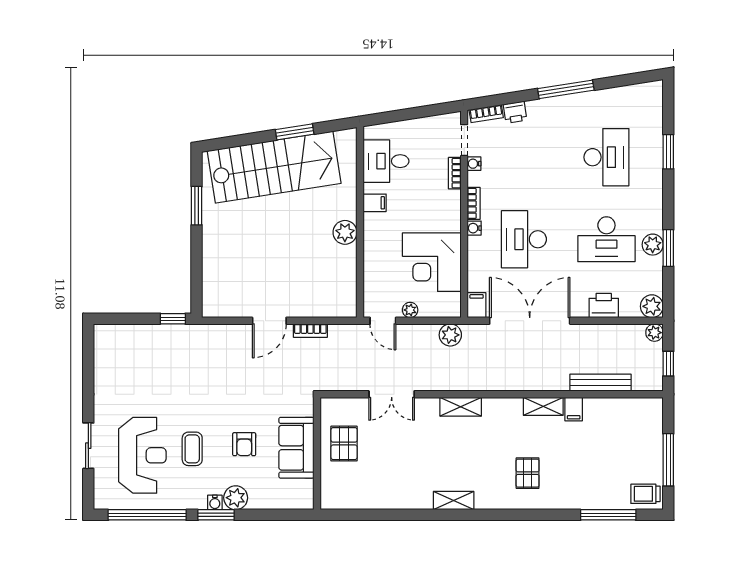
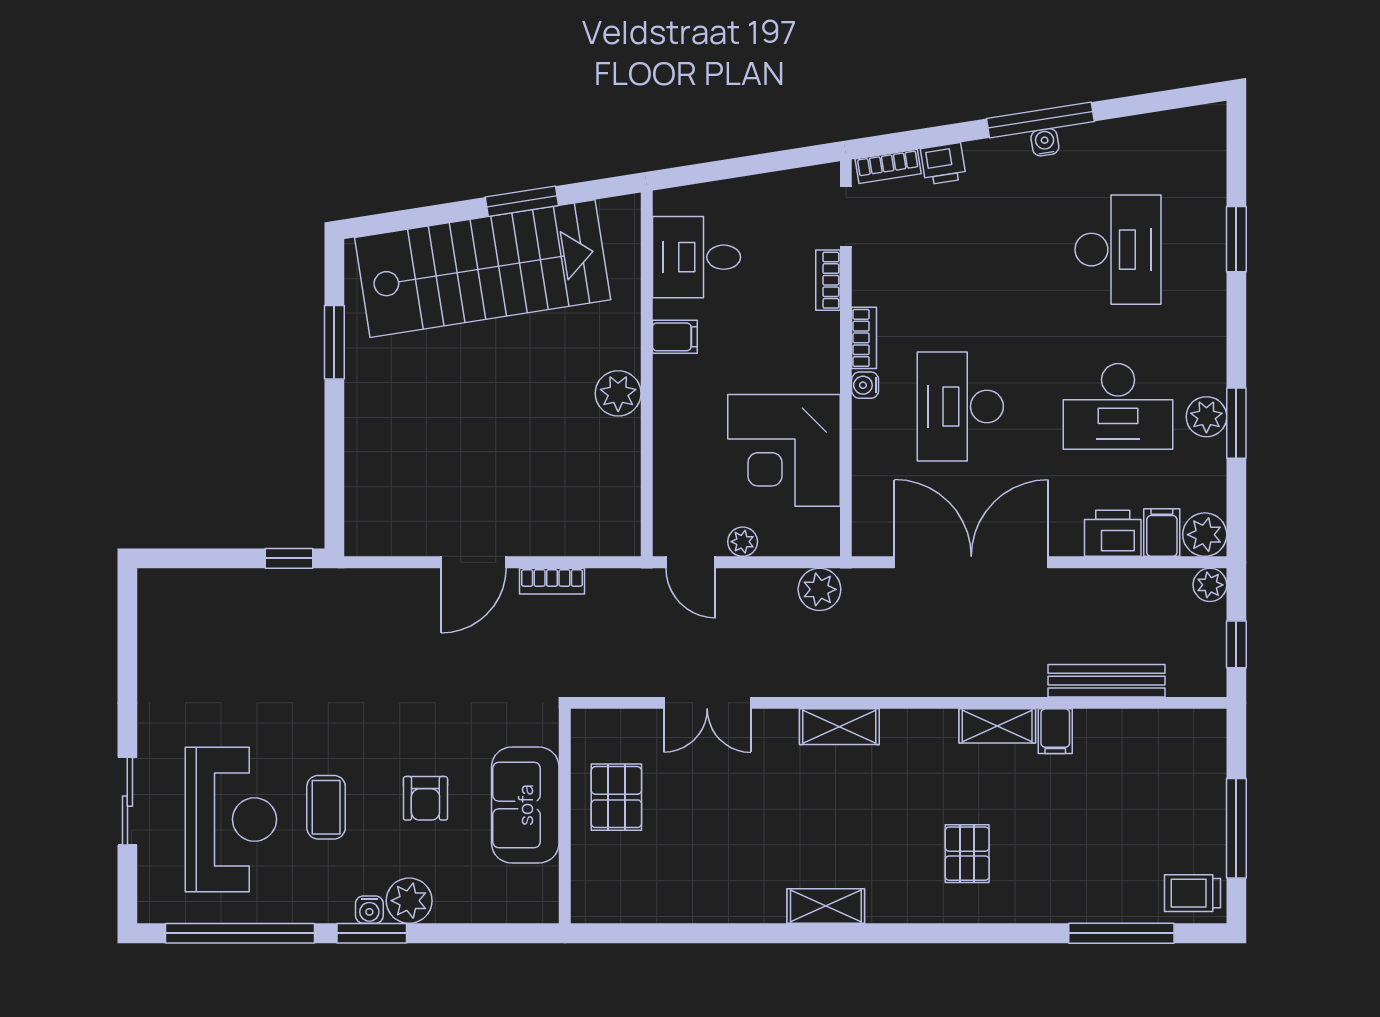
water cooler: (474, 164) -> (1045, 142), moved, turned 81
filing cabinet: (477, 305) -> (1162, 533), moved

